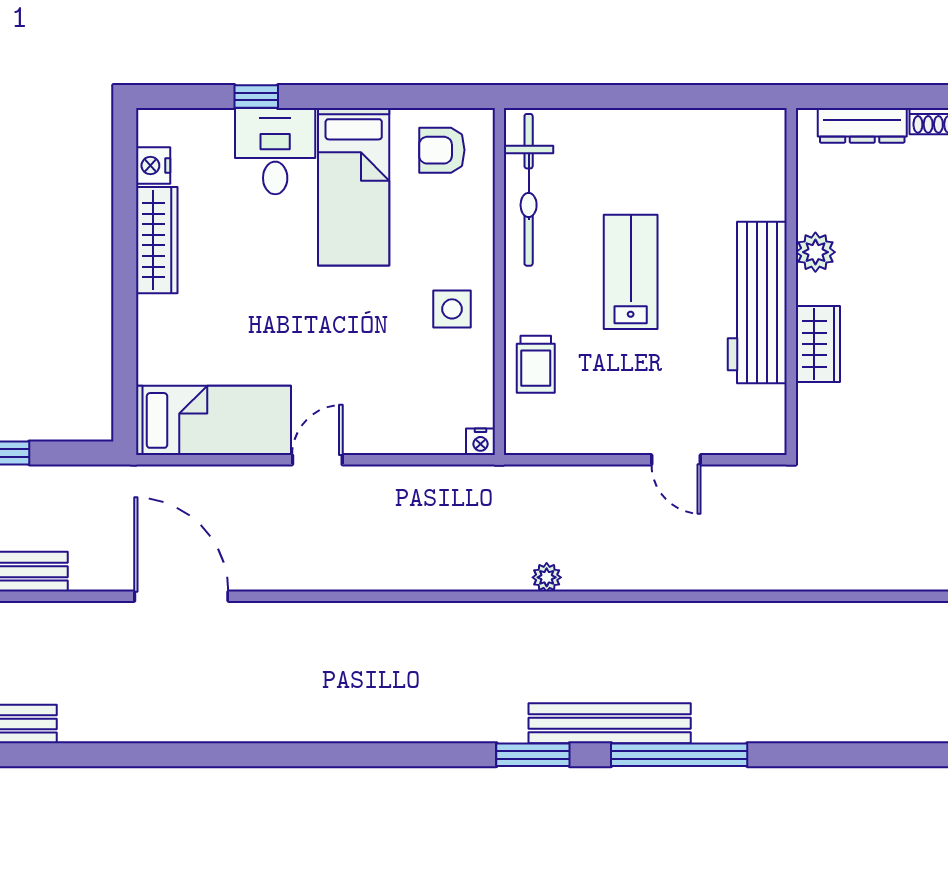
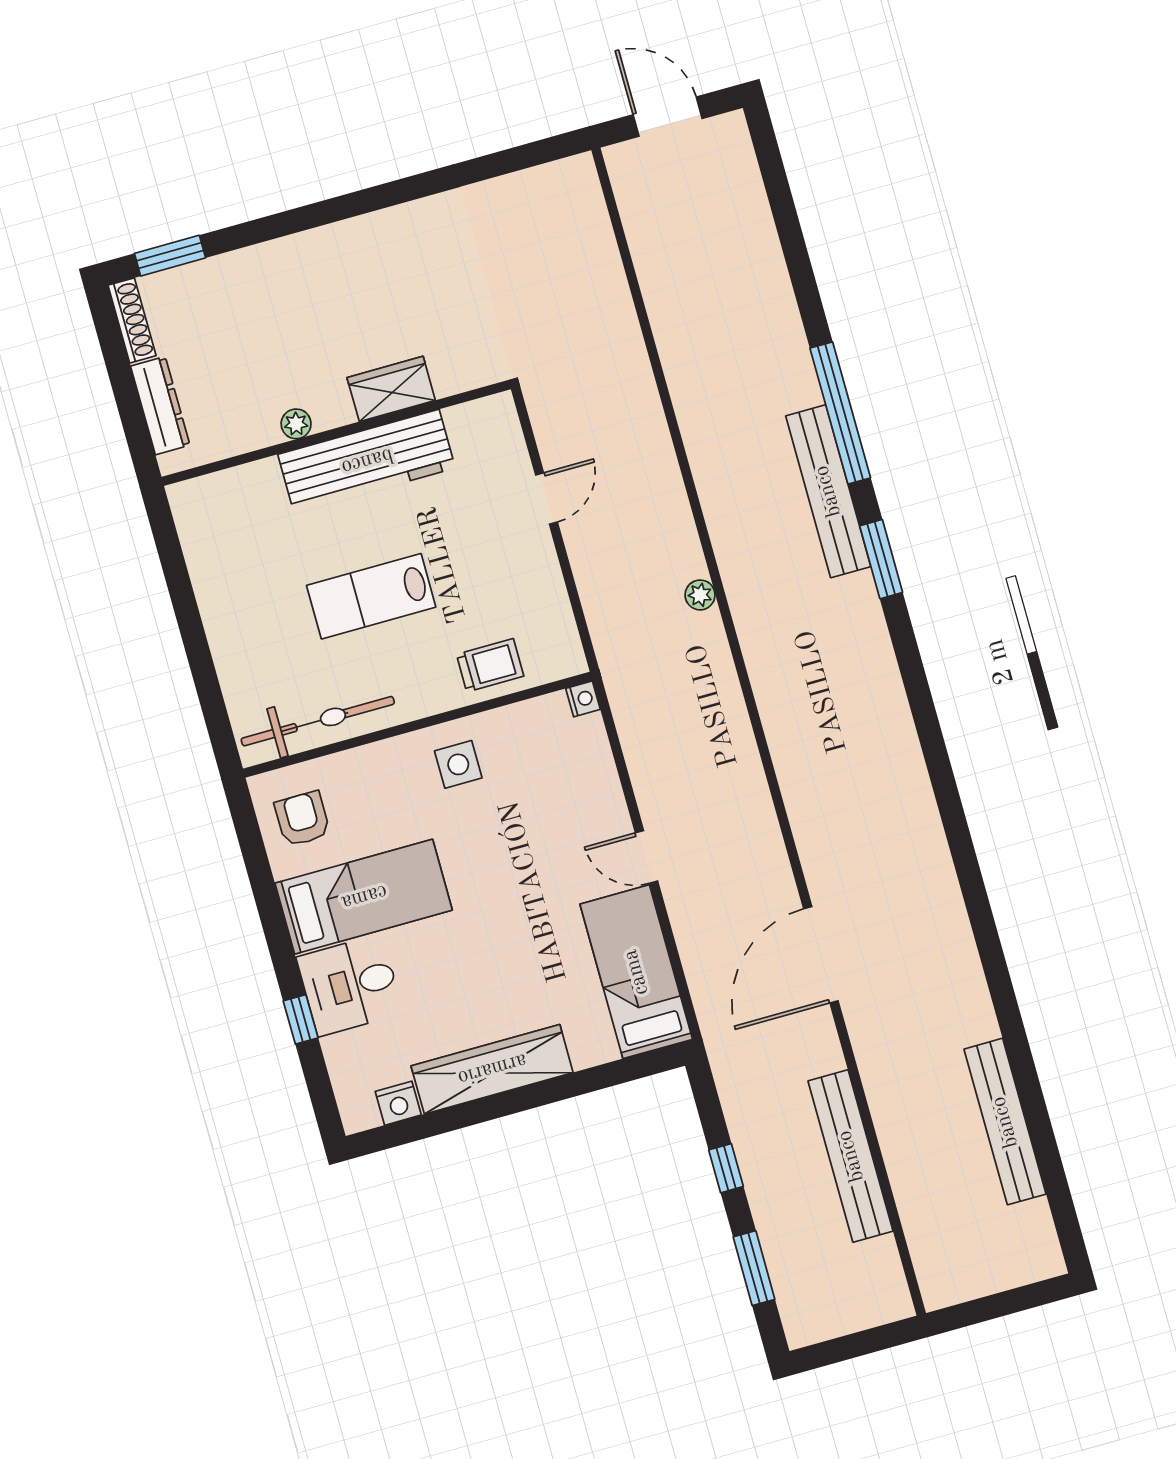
armchair: (442, 150) -> (302, 819), turned 180
wardrobe: (157, 240) -> (492, 1069), width x1.40, depth x1.17
plant: (815, 252) -> (296, 424), width x0.73, depth x0.73

